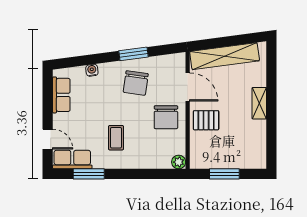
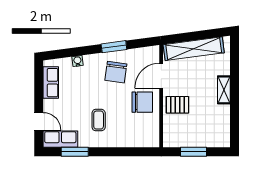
door: (188, 87) -> (161, 76), swing flipped
chair: (166, 117) -> (142, 102), turned -90
plant: (179, 162) -> (153, 141), removed

